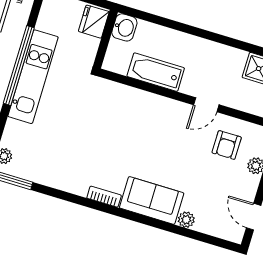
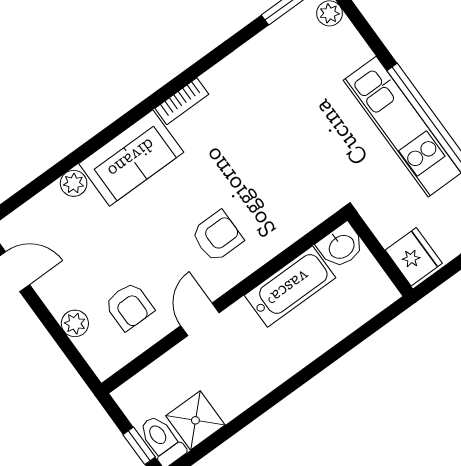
washbasin: (124, 27) -> (341, 246), moved, turned -90
armchair: (158, 128) -> (217, 236), added
armchair: (227, 145) -> (129, 306), turned 180

